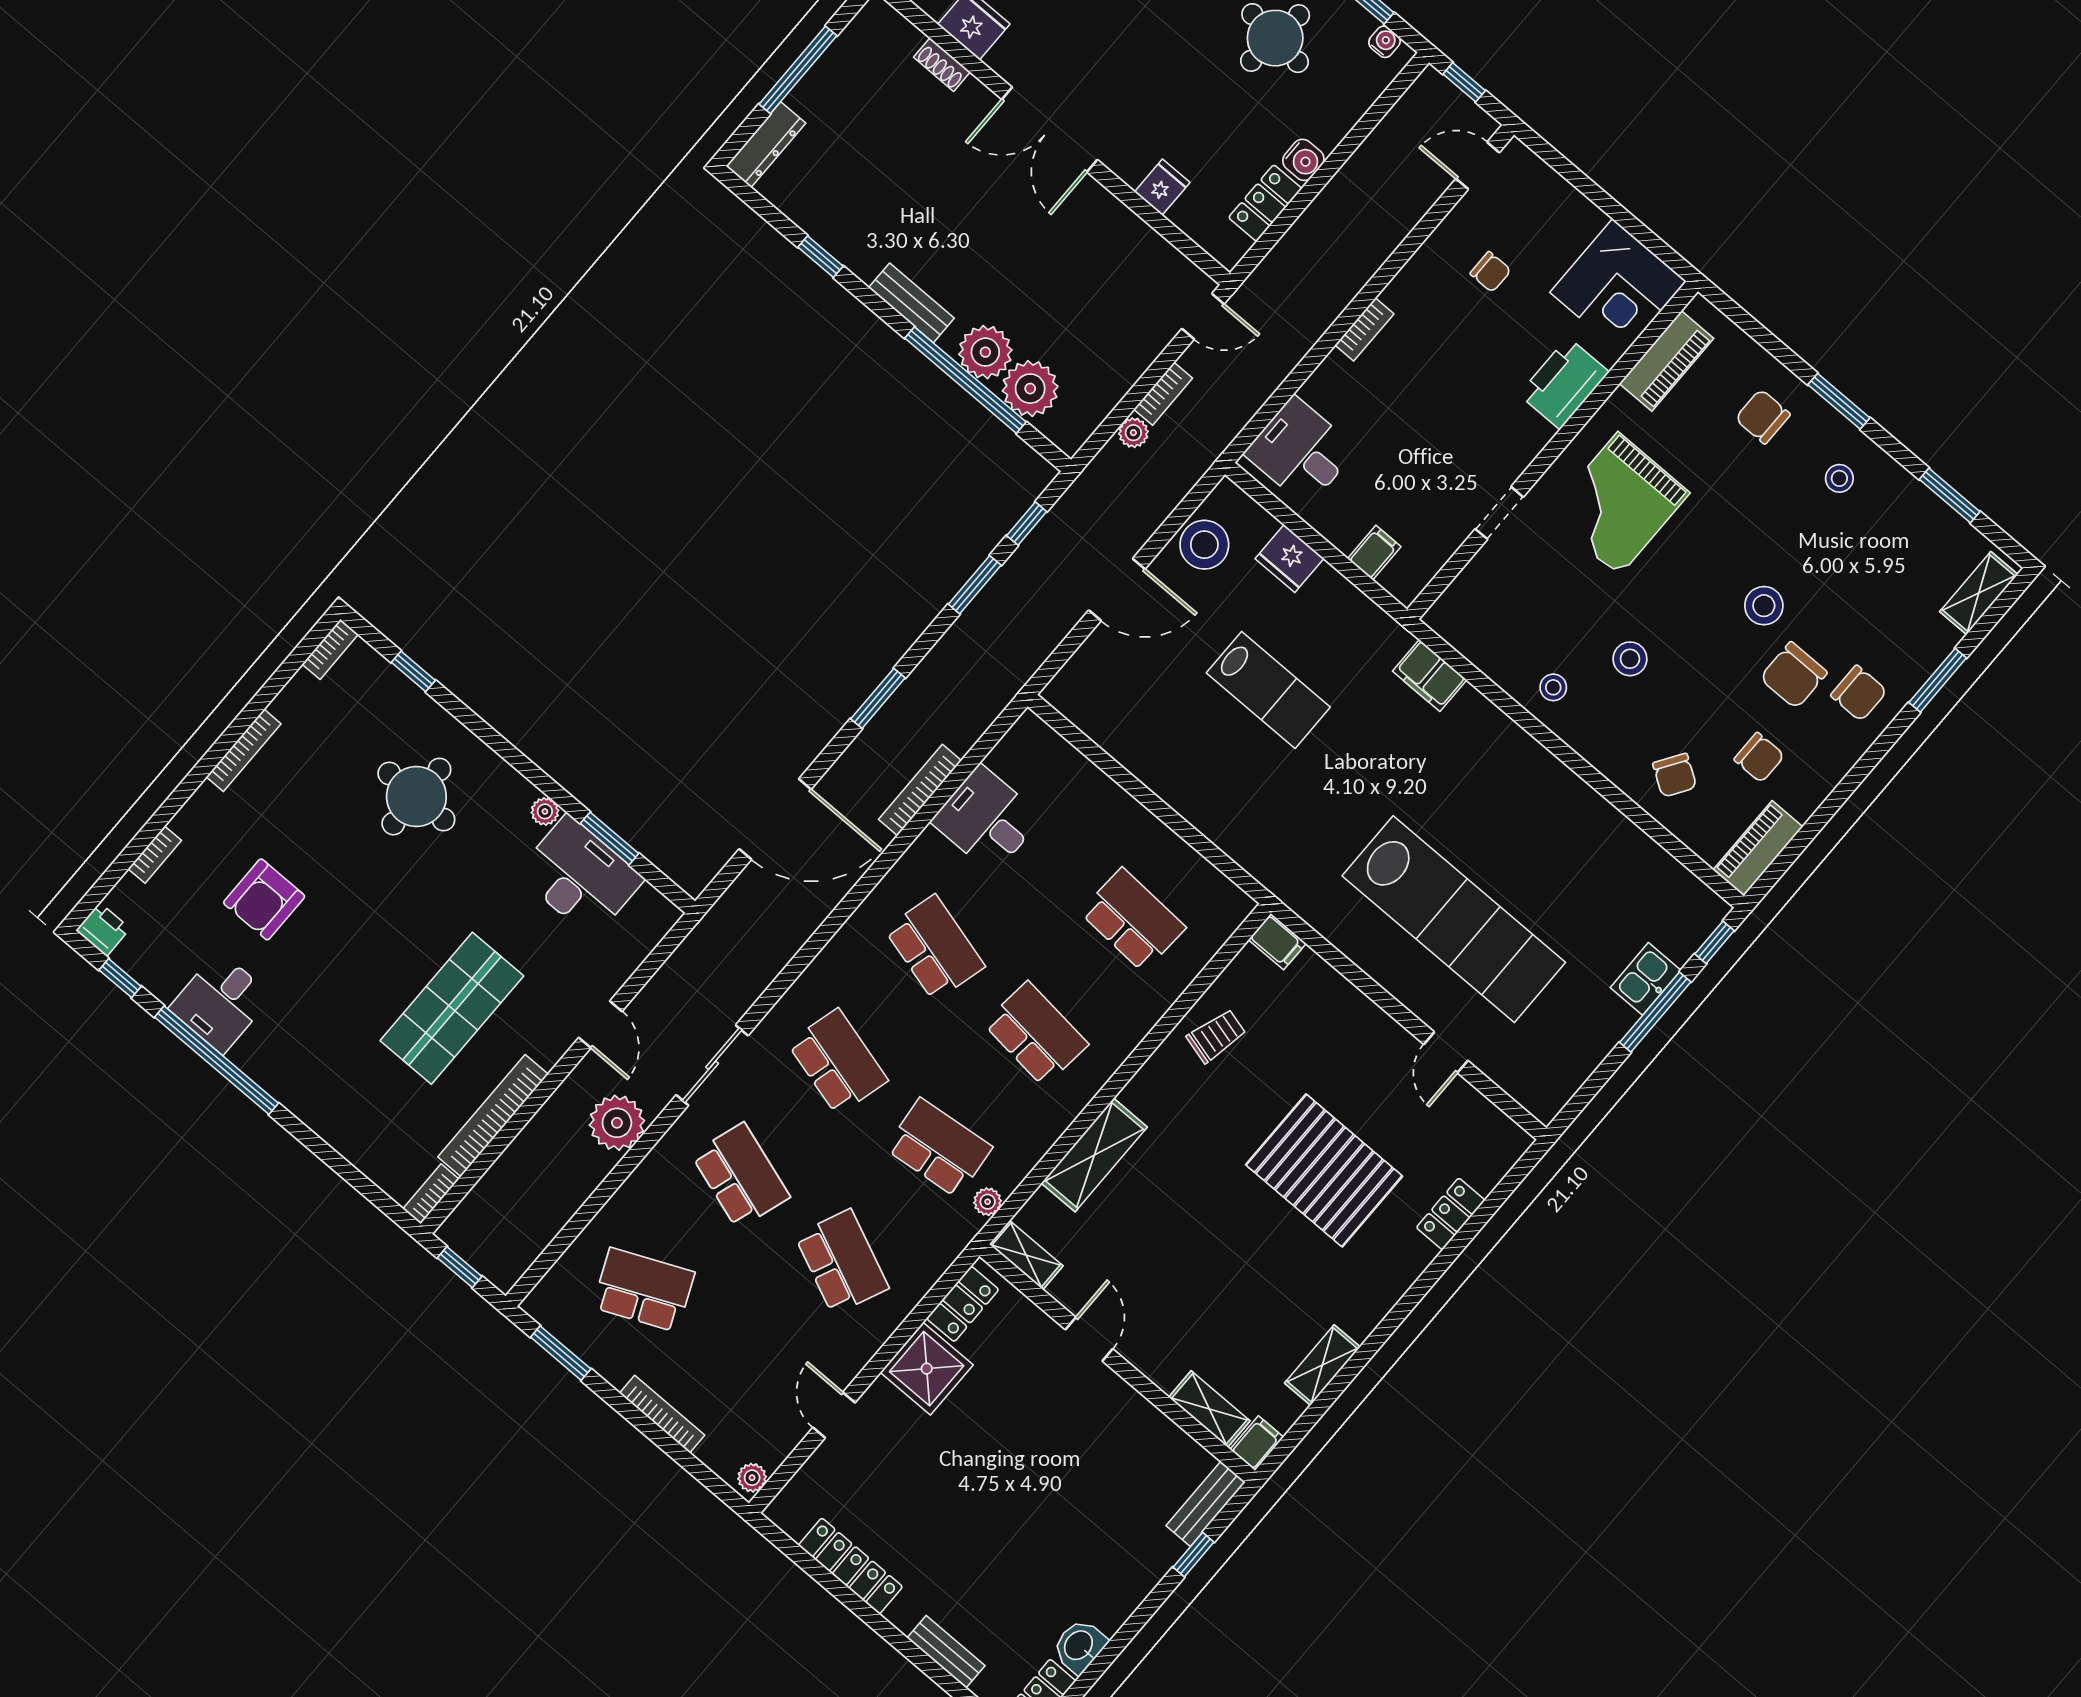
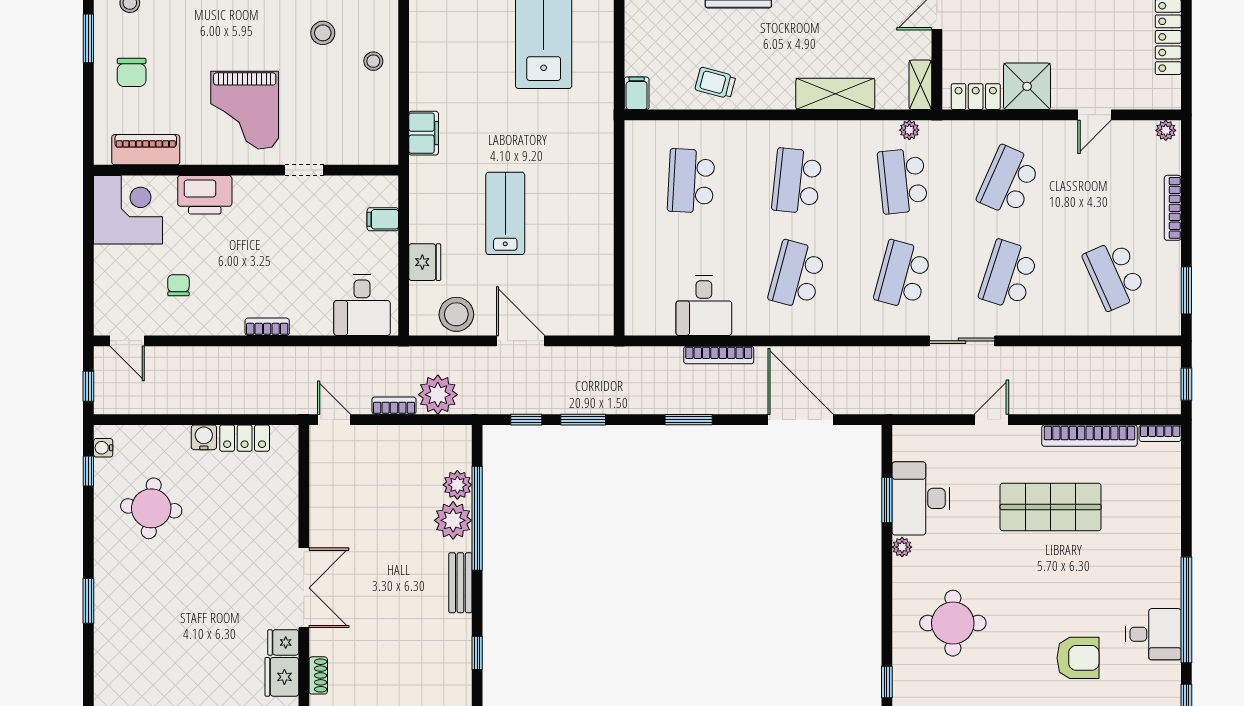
fridge: (1162, 187) -> (283, 642), moved
plant: (1030, 389) -> (457, 485), width x0.73, depth x0.73
plant: (1133, 433) -> (438, 395), width x1.88, depth x1.88
grand piano: (1618, 504) -> (245, 110), turned 90
plant: (617, 1123) -> (1037, 366), removed

